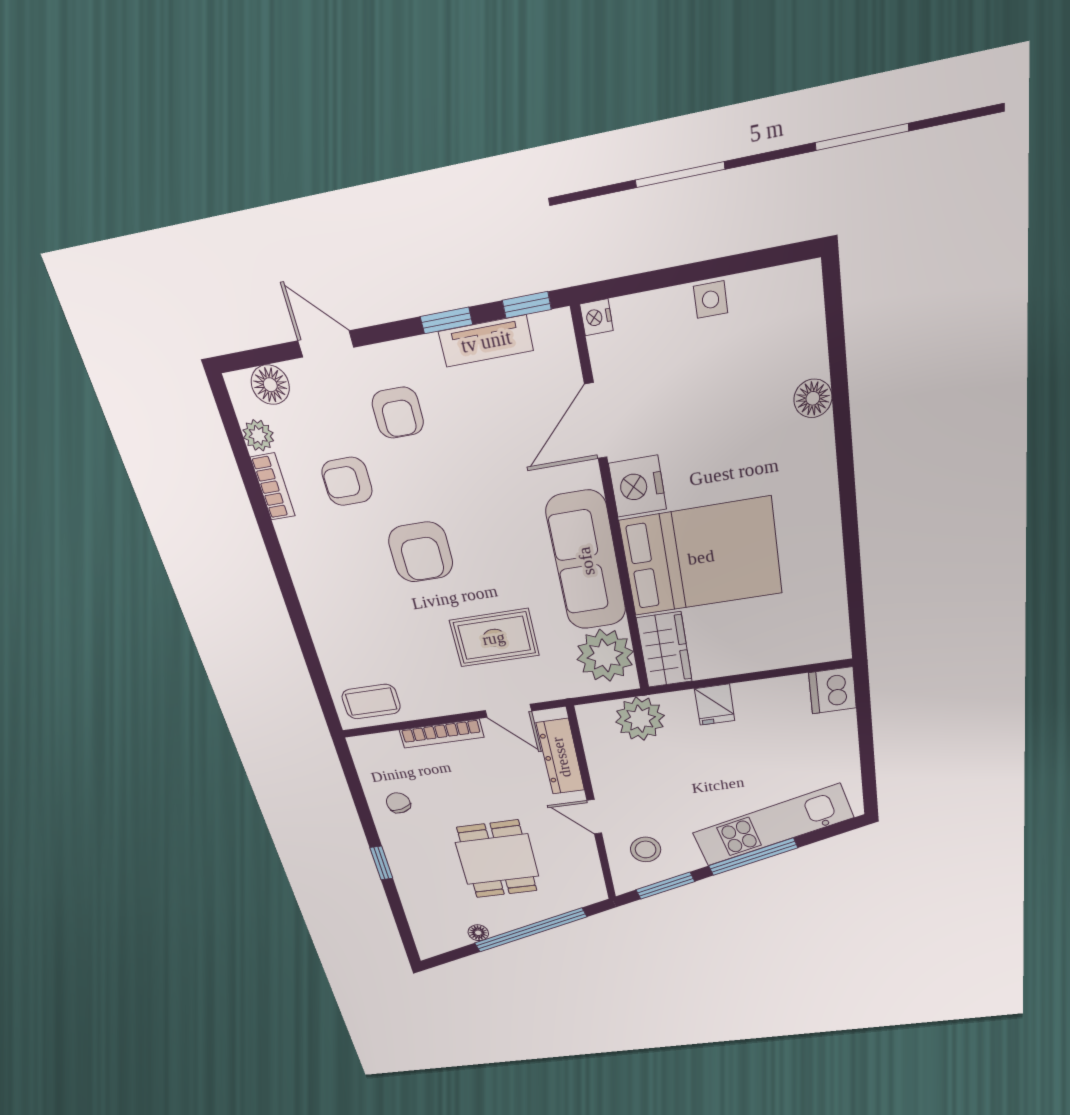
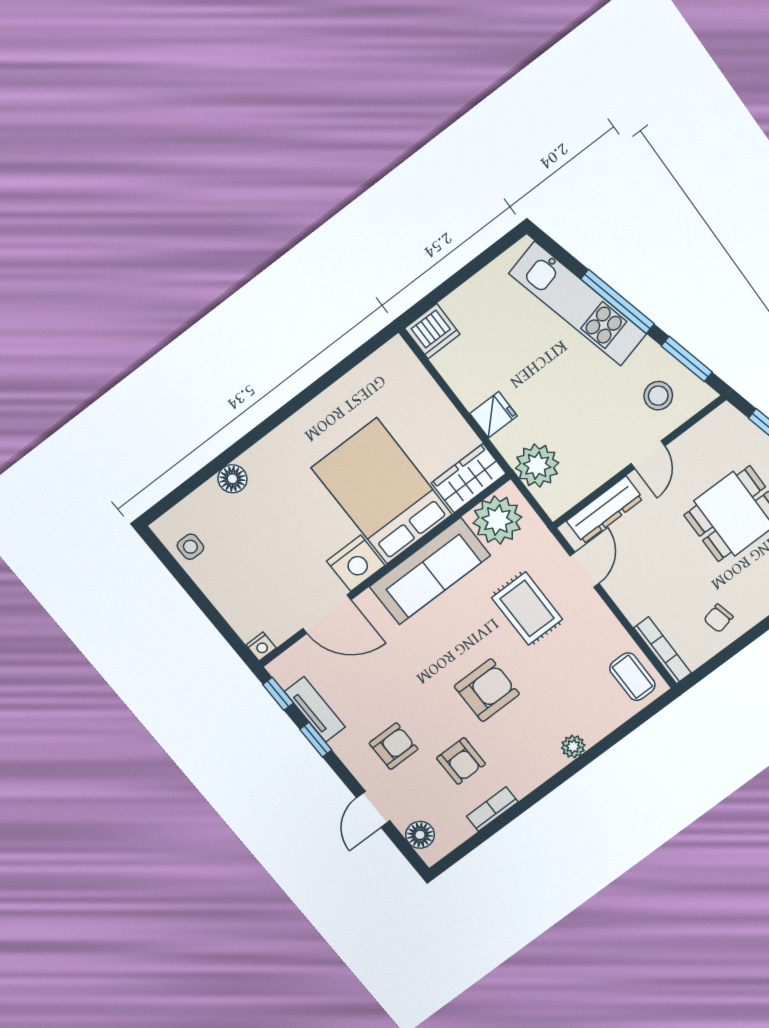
side table: (711, 300) -> (190, 547), moved
plant: (258, 435) -> (573, 747), moved
bookcase: (442, 734) -> (663, 650), moved

